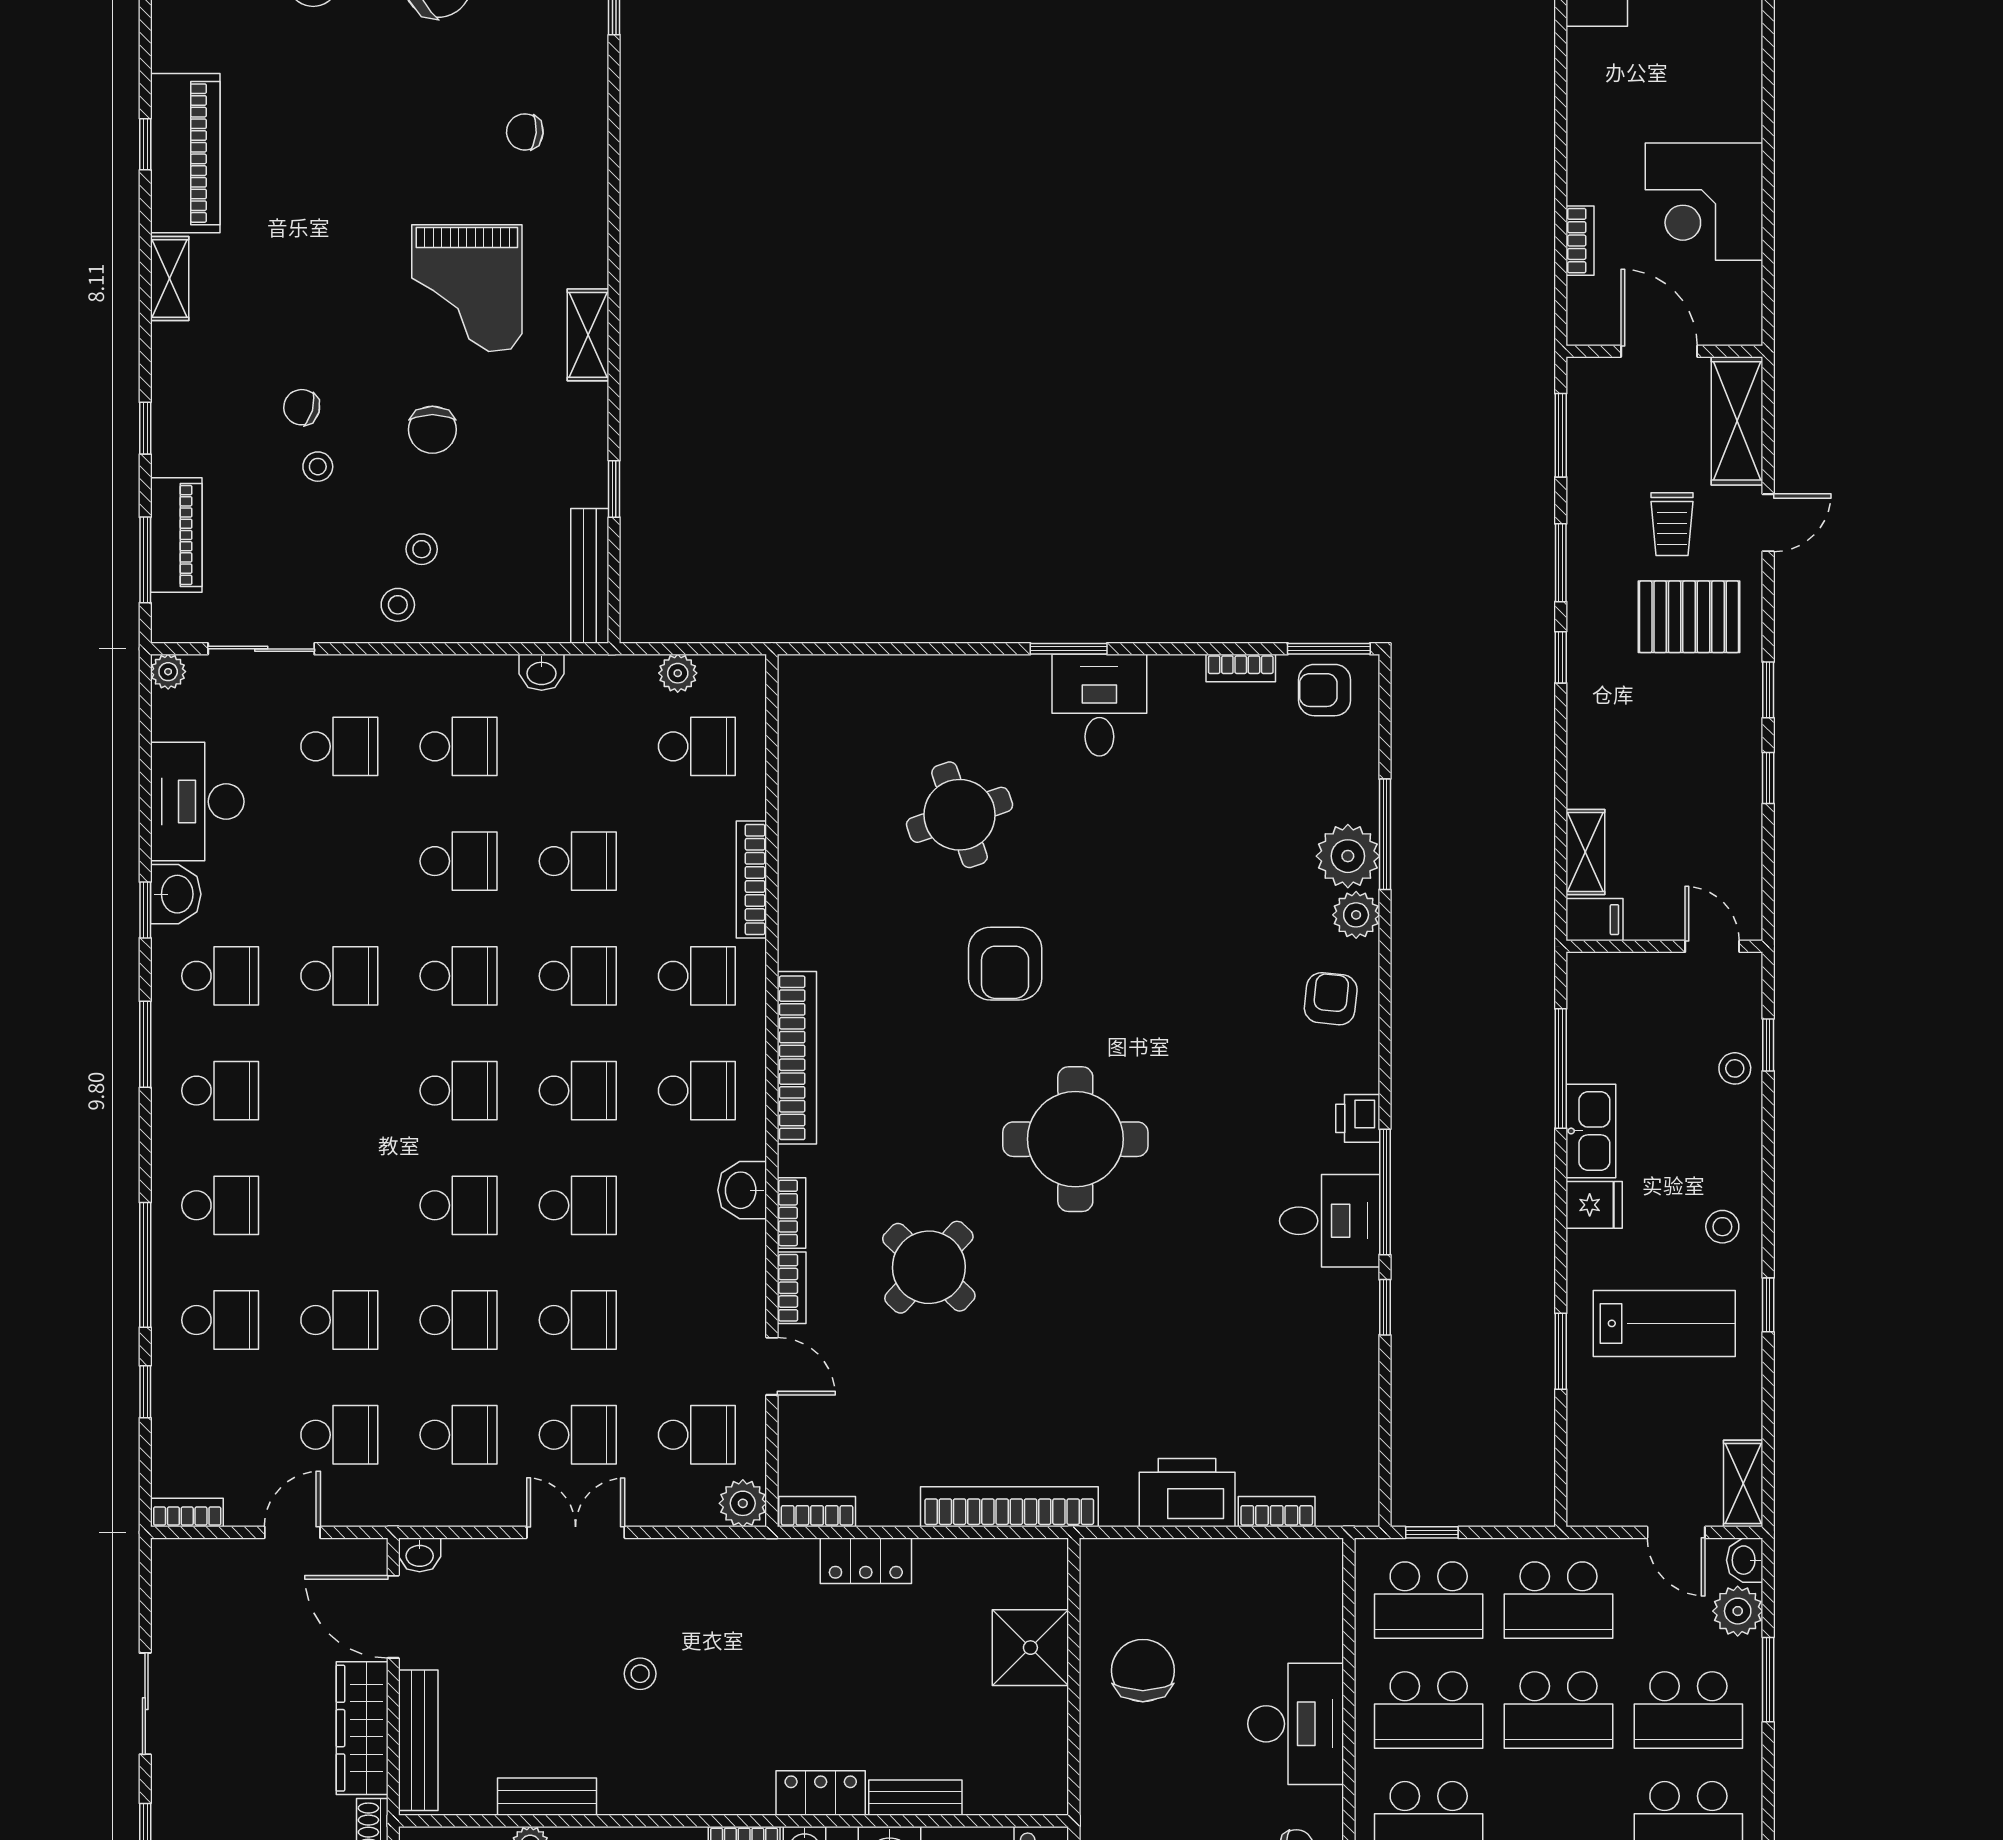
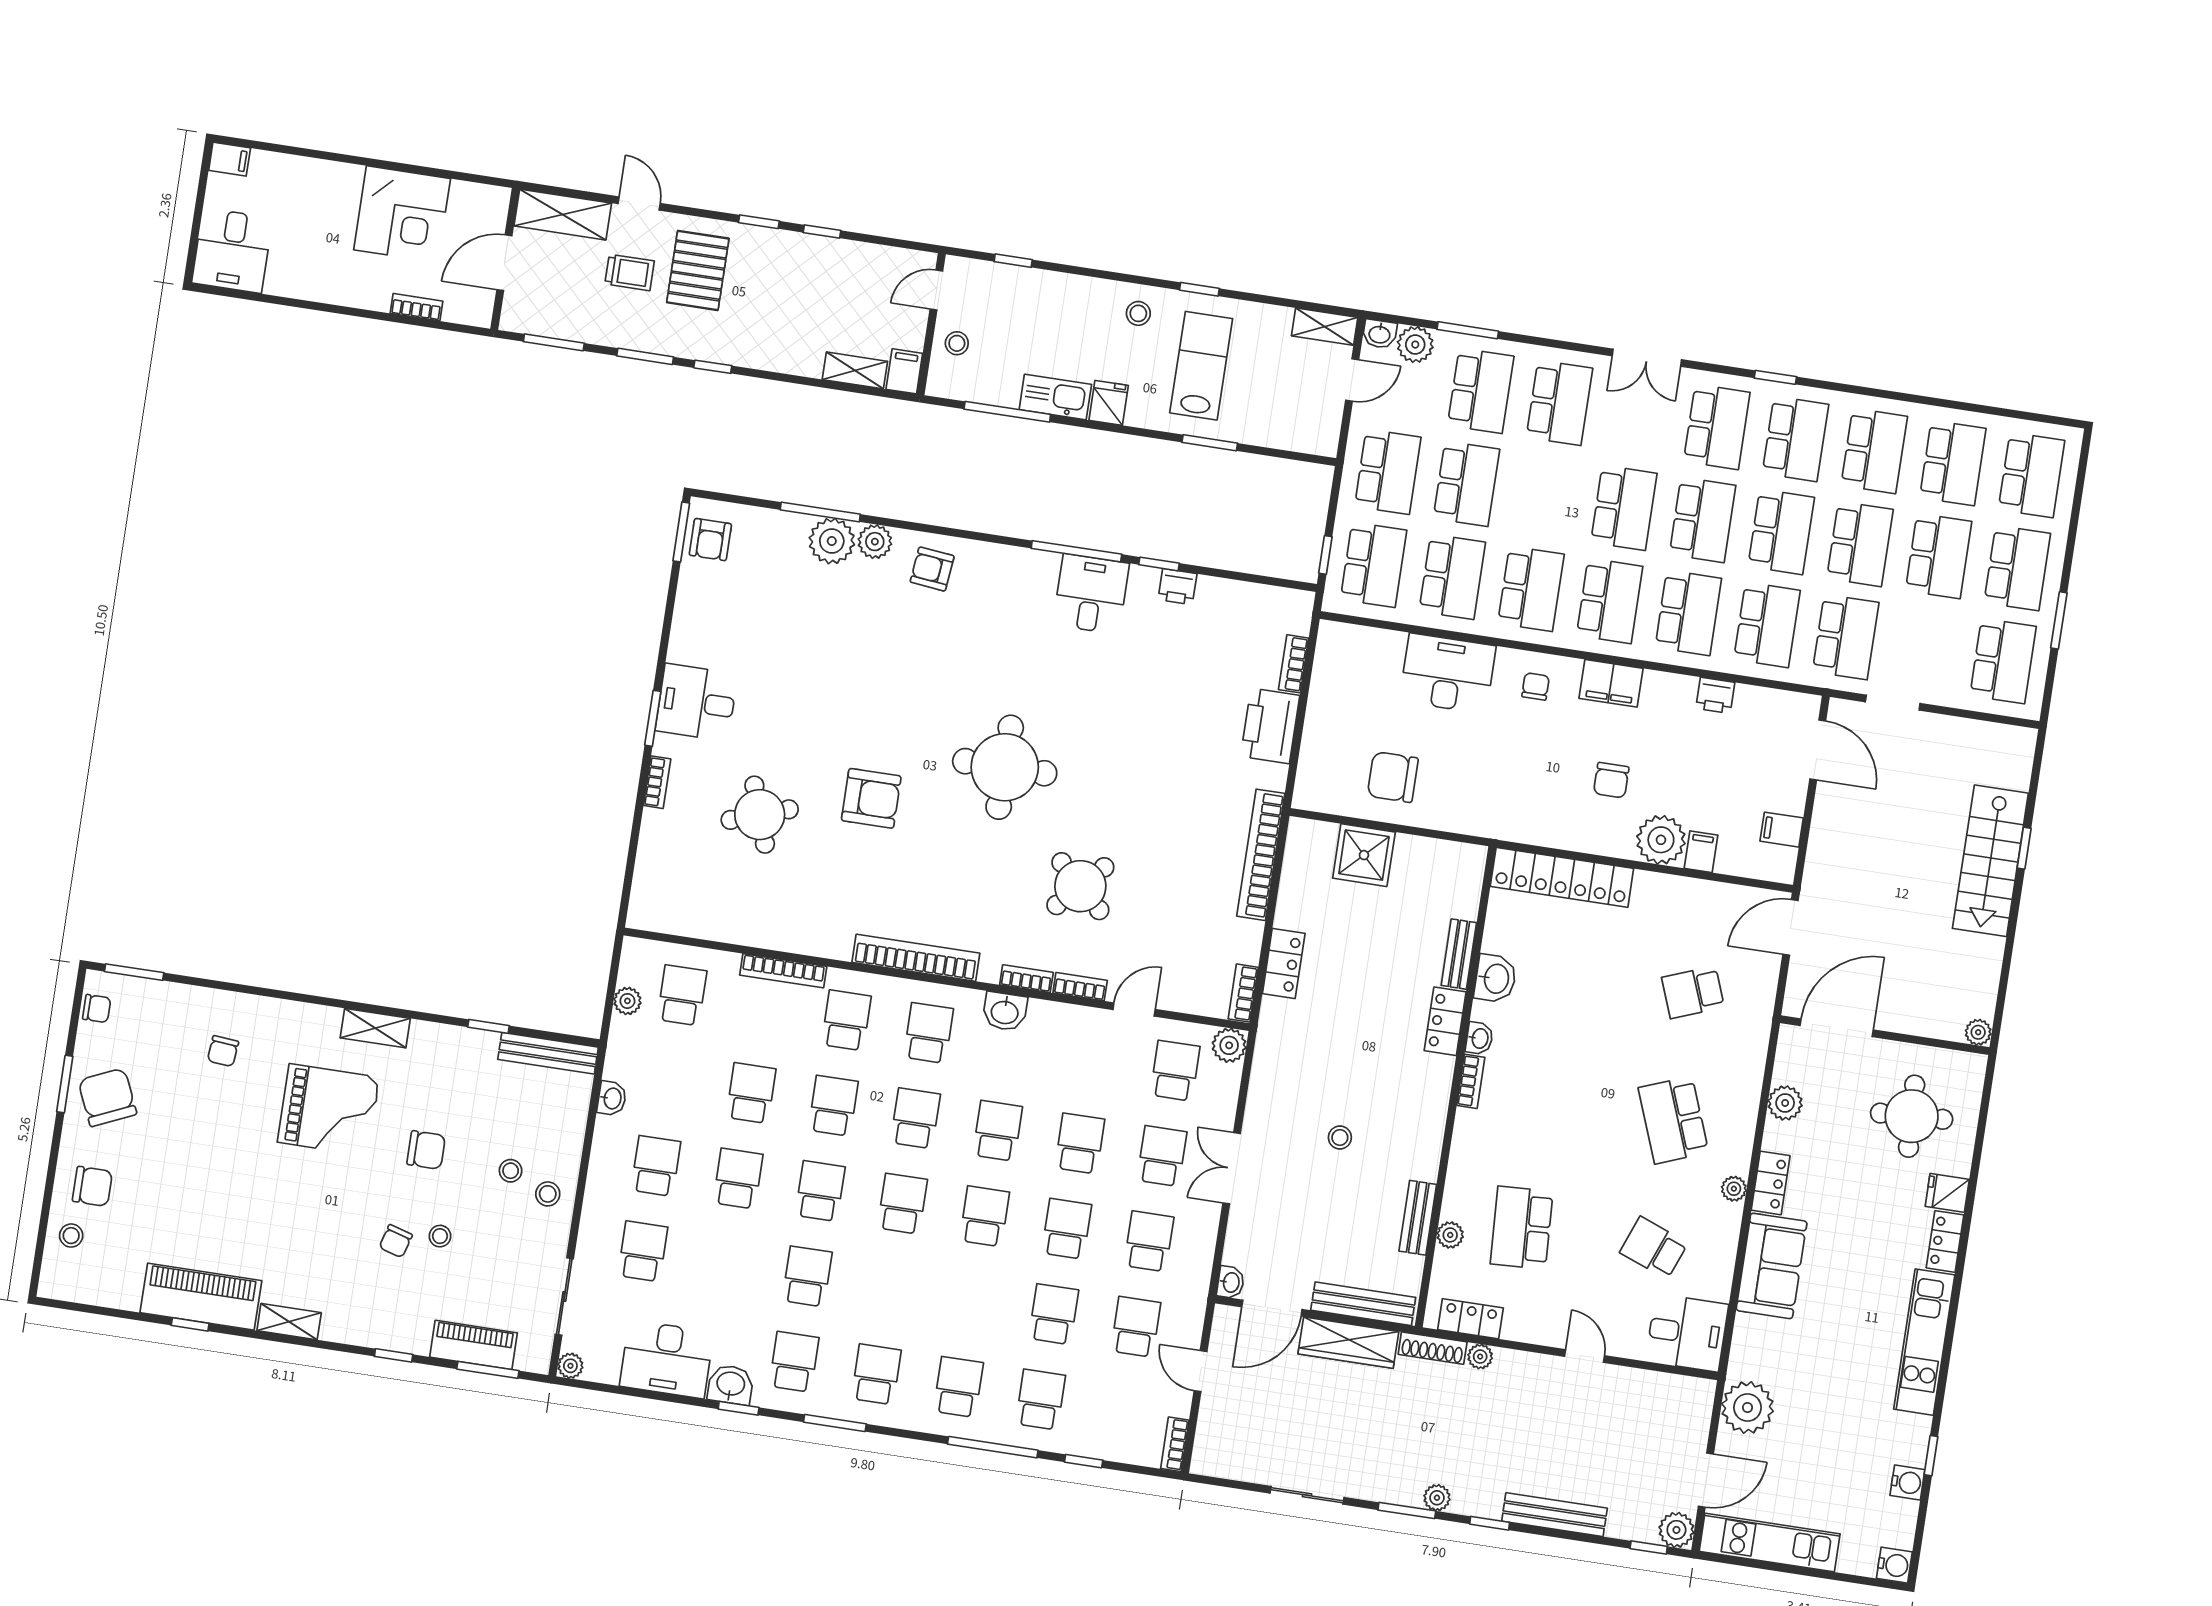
bookcase: (1241, 668) -> (657, 782), moved
stool: (1735, 1068) -> (957, 343), moved
printer: (1358, 1118) -> (1178, 587), moved

